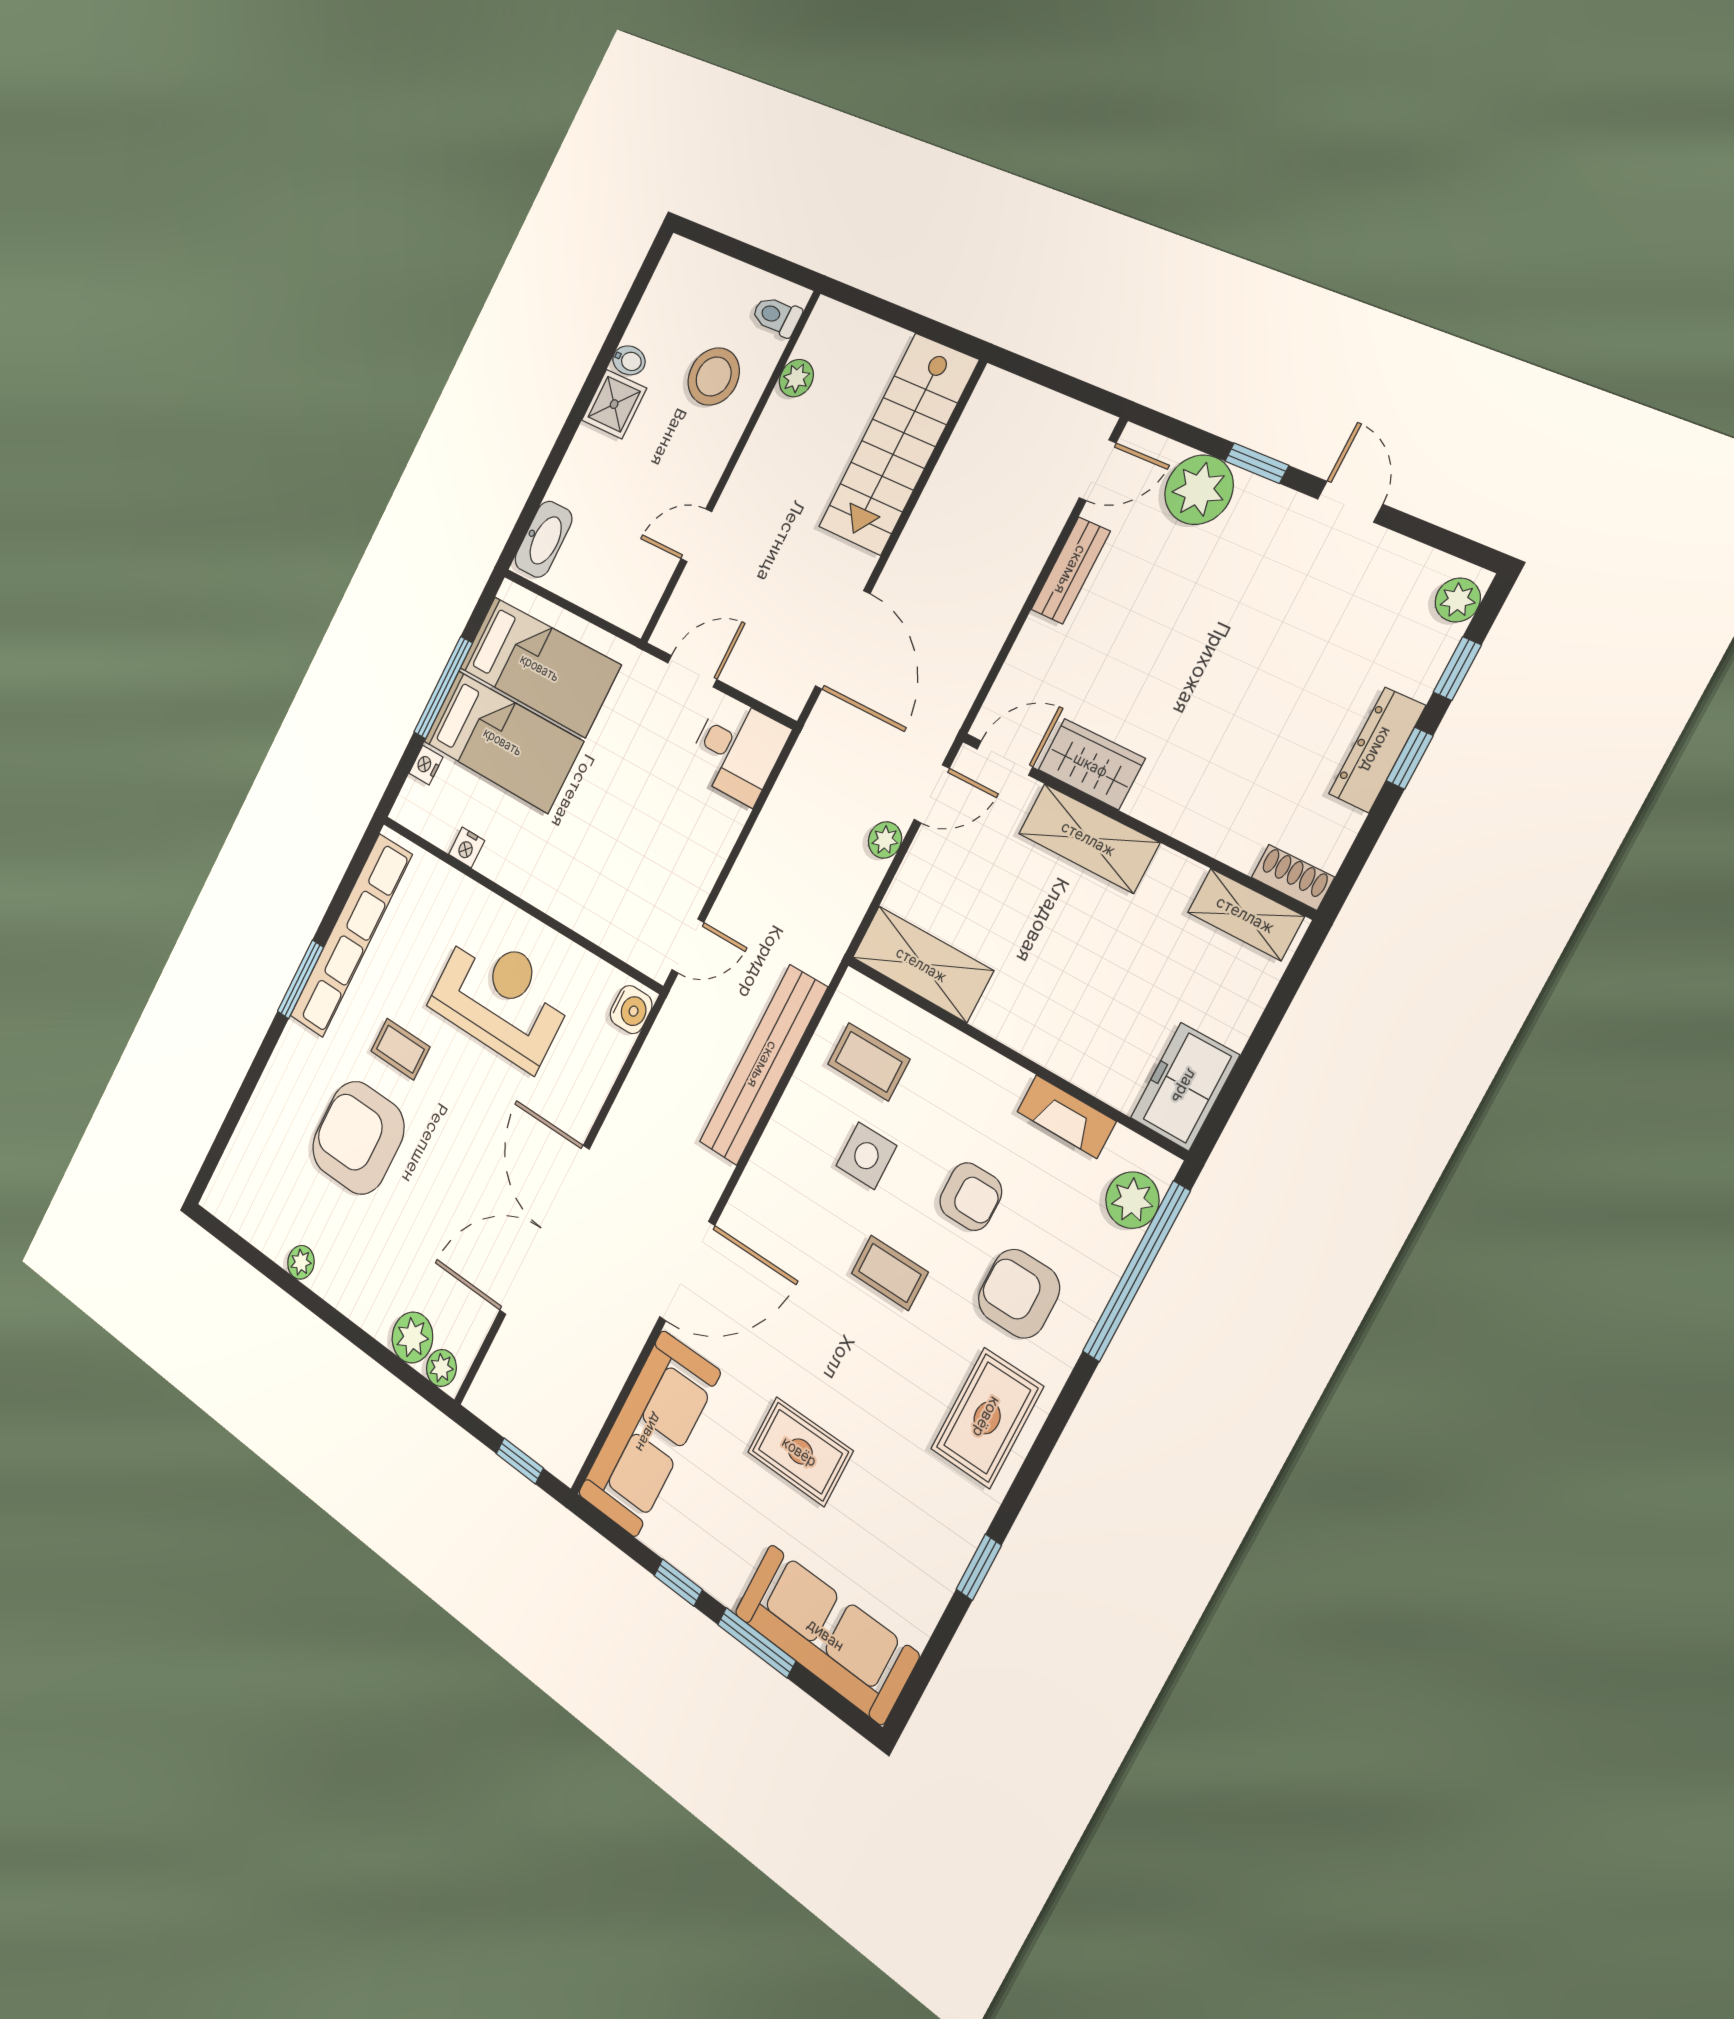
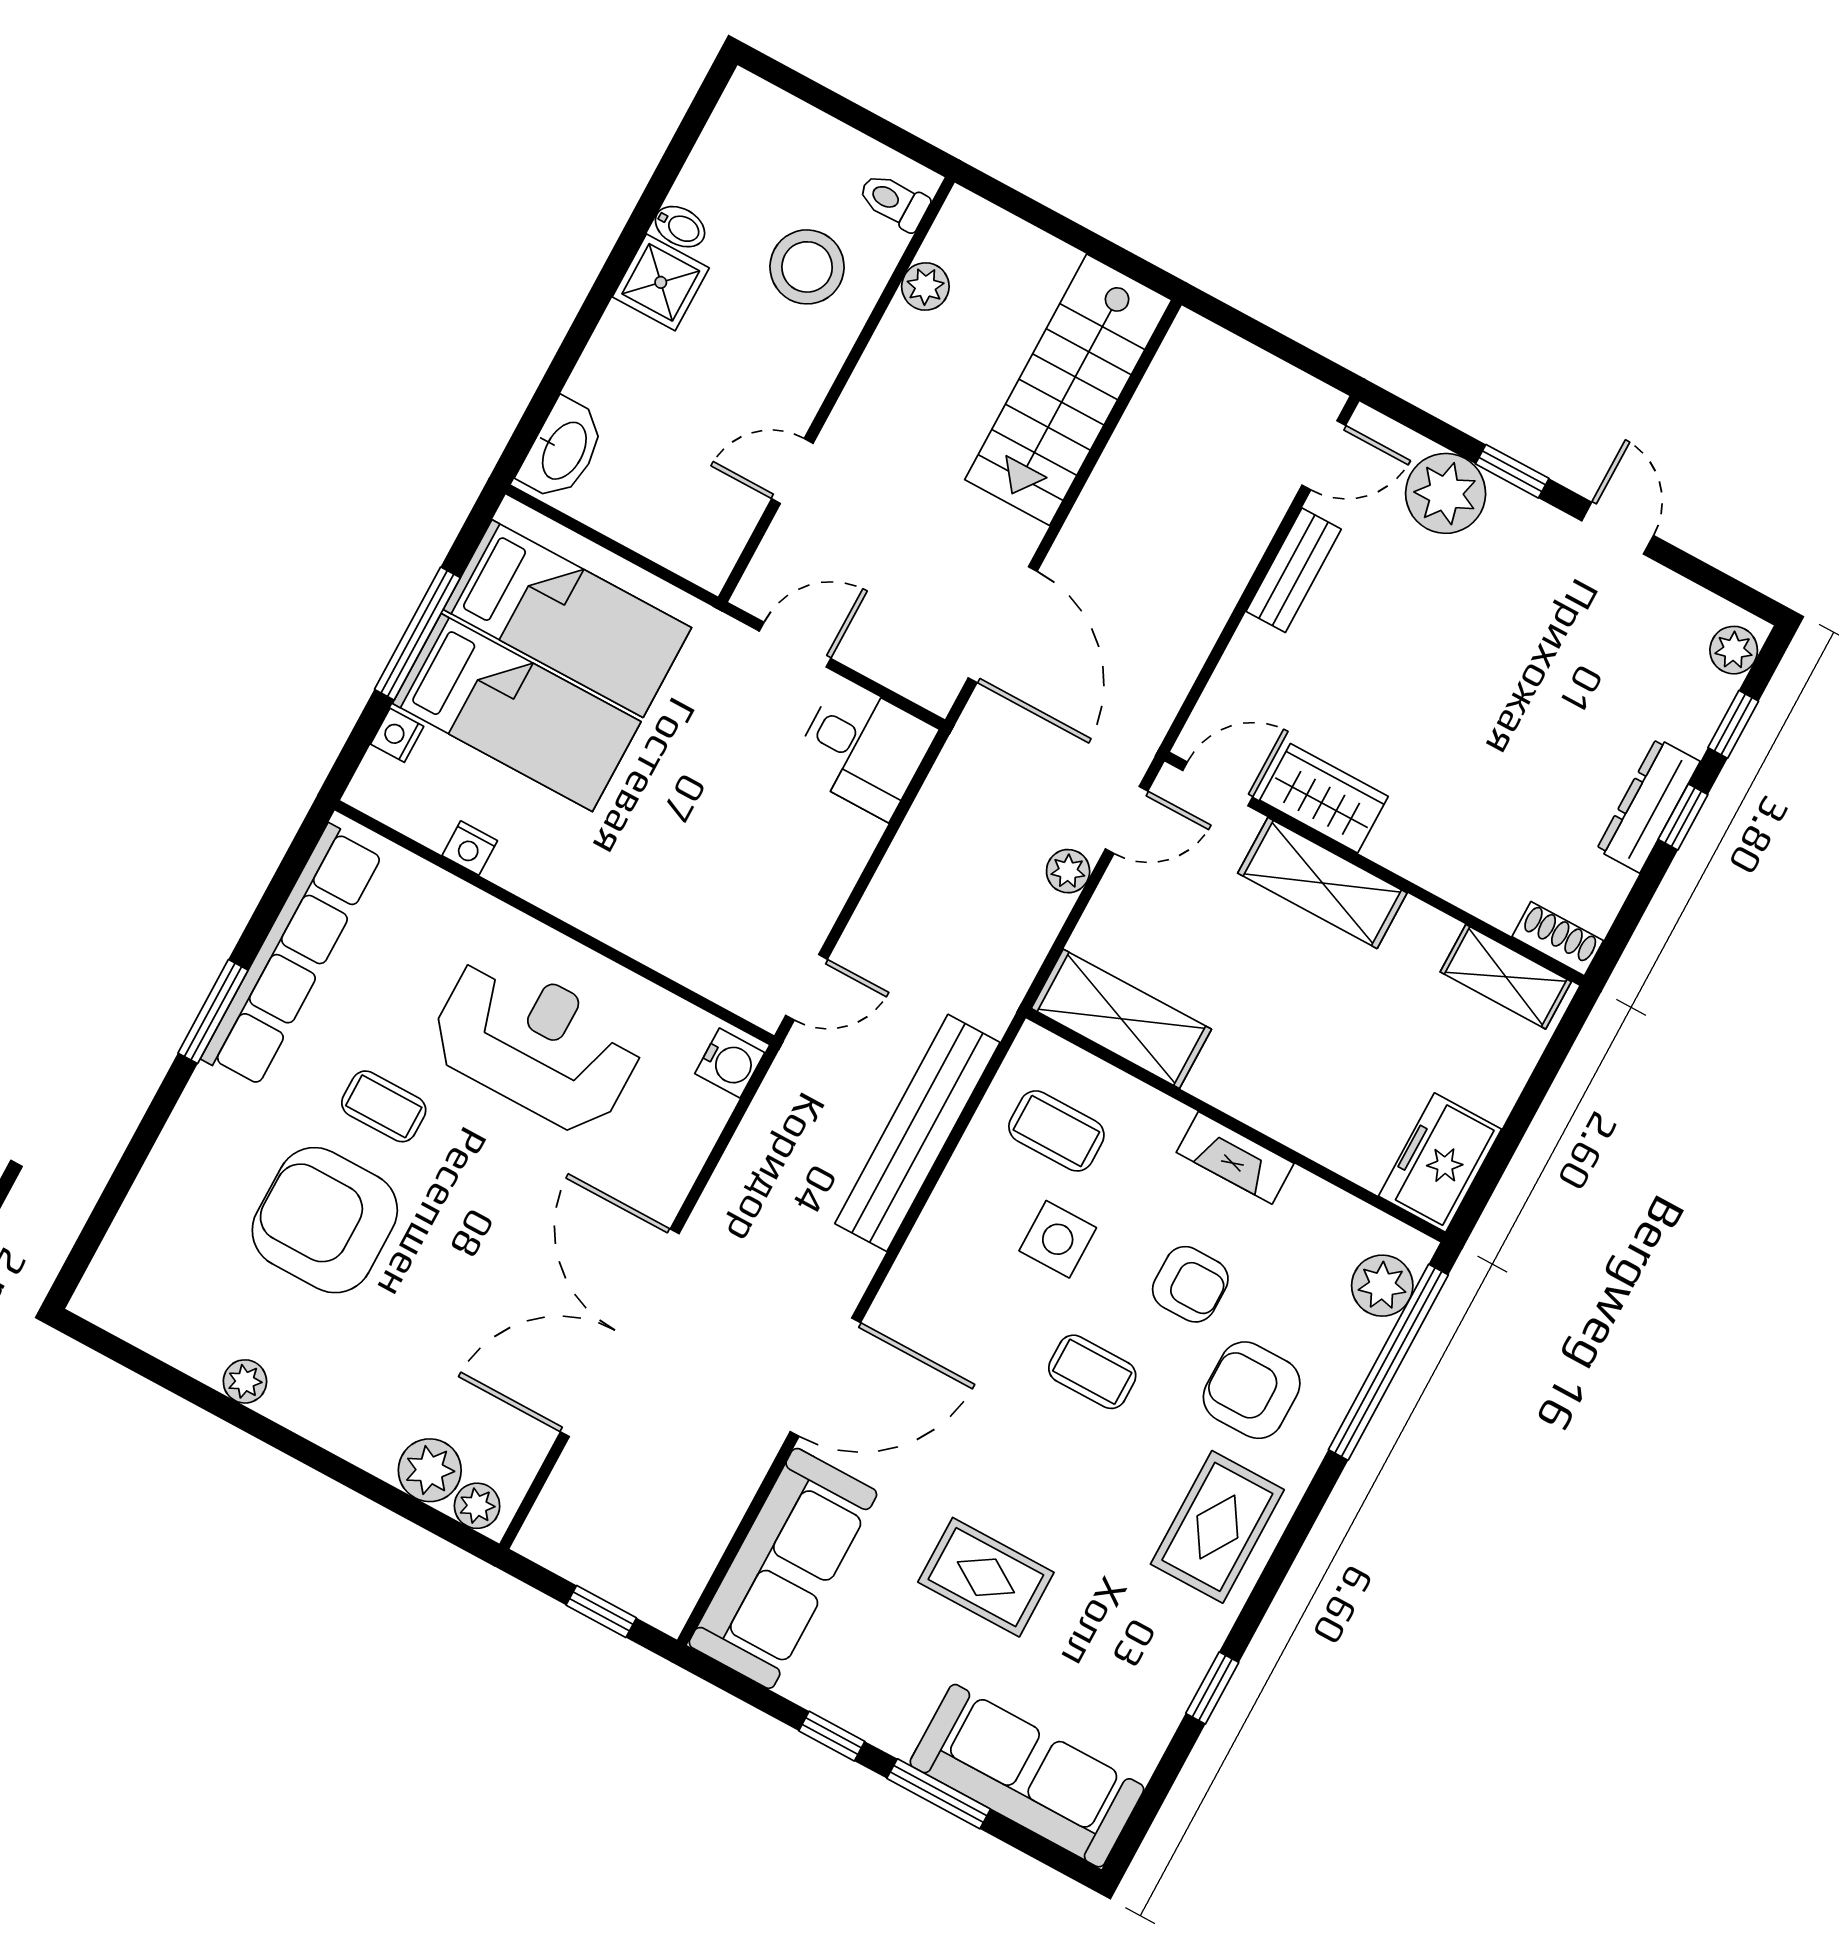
fireplace: (1066, 1116) -> (1235, 1158), moved

